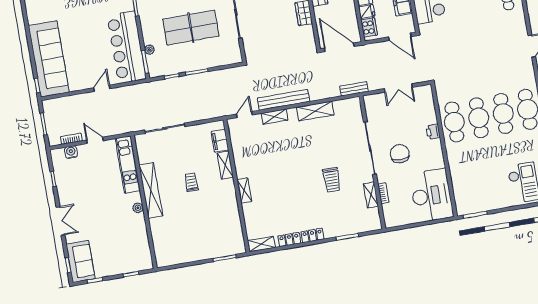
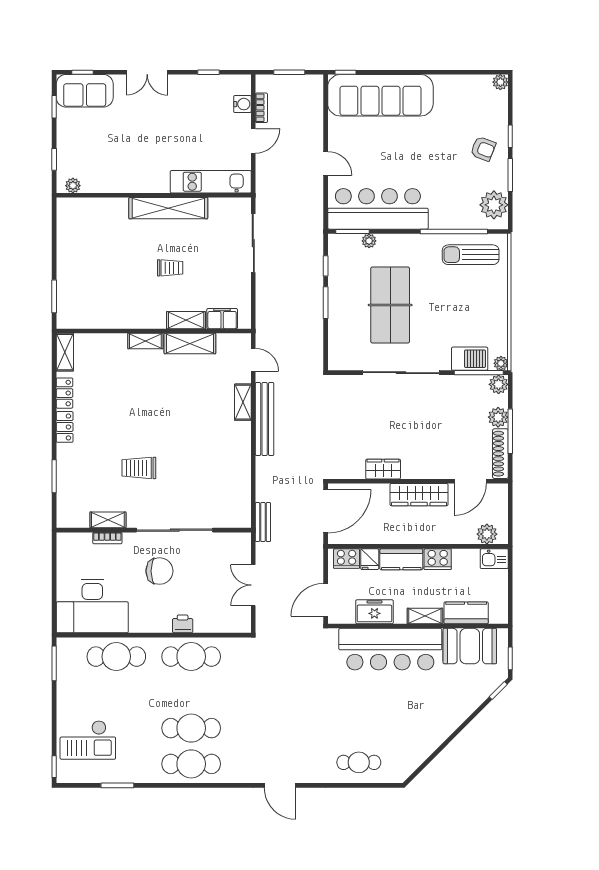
shelving: (315, 111) -> (190, 343), moved, turned 90
cafe table: (479, 118) -> (116, 657), moved
plant: (138, 208) -> (73, 186), moved

